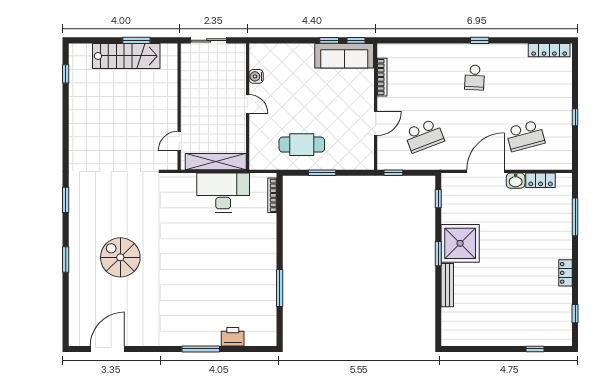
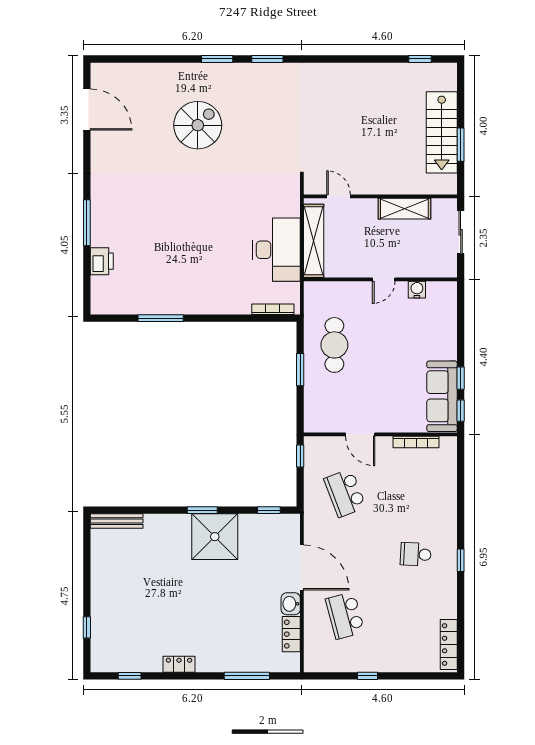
shelving: (189, 87) -> (404, 209), added
window: (66, 259) -> (217, 59), moved
bench: (447, 285) -> (117, 521), moved

